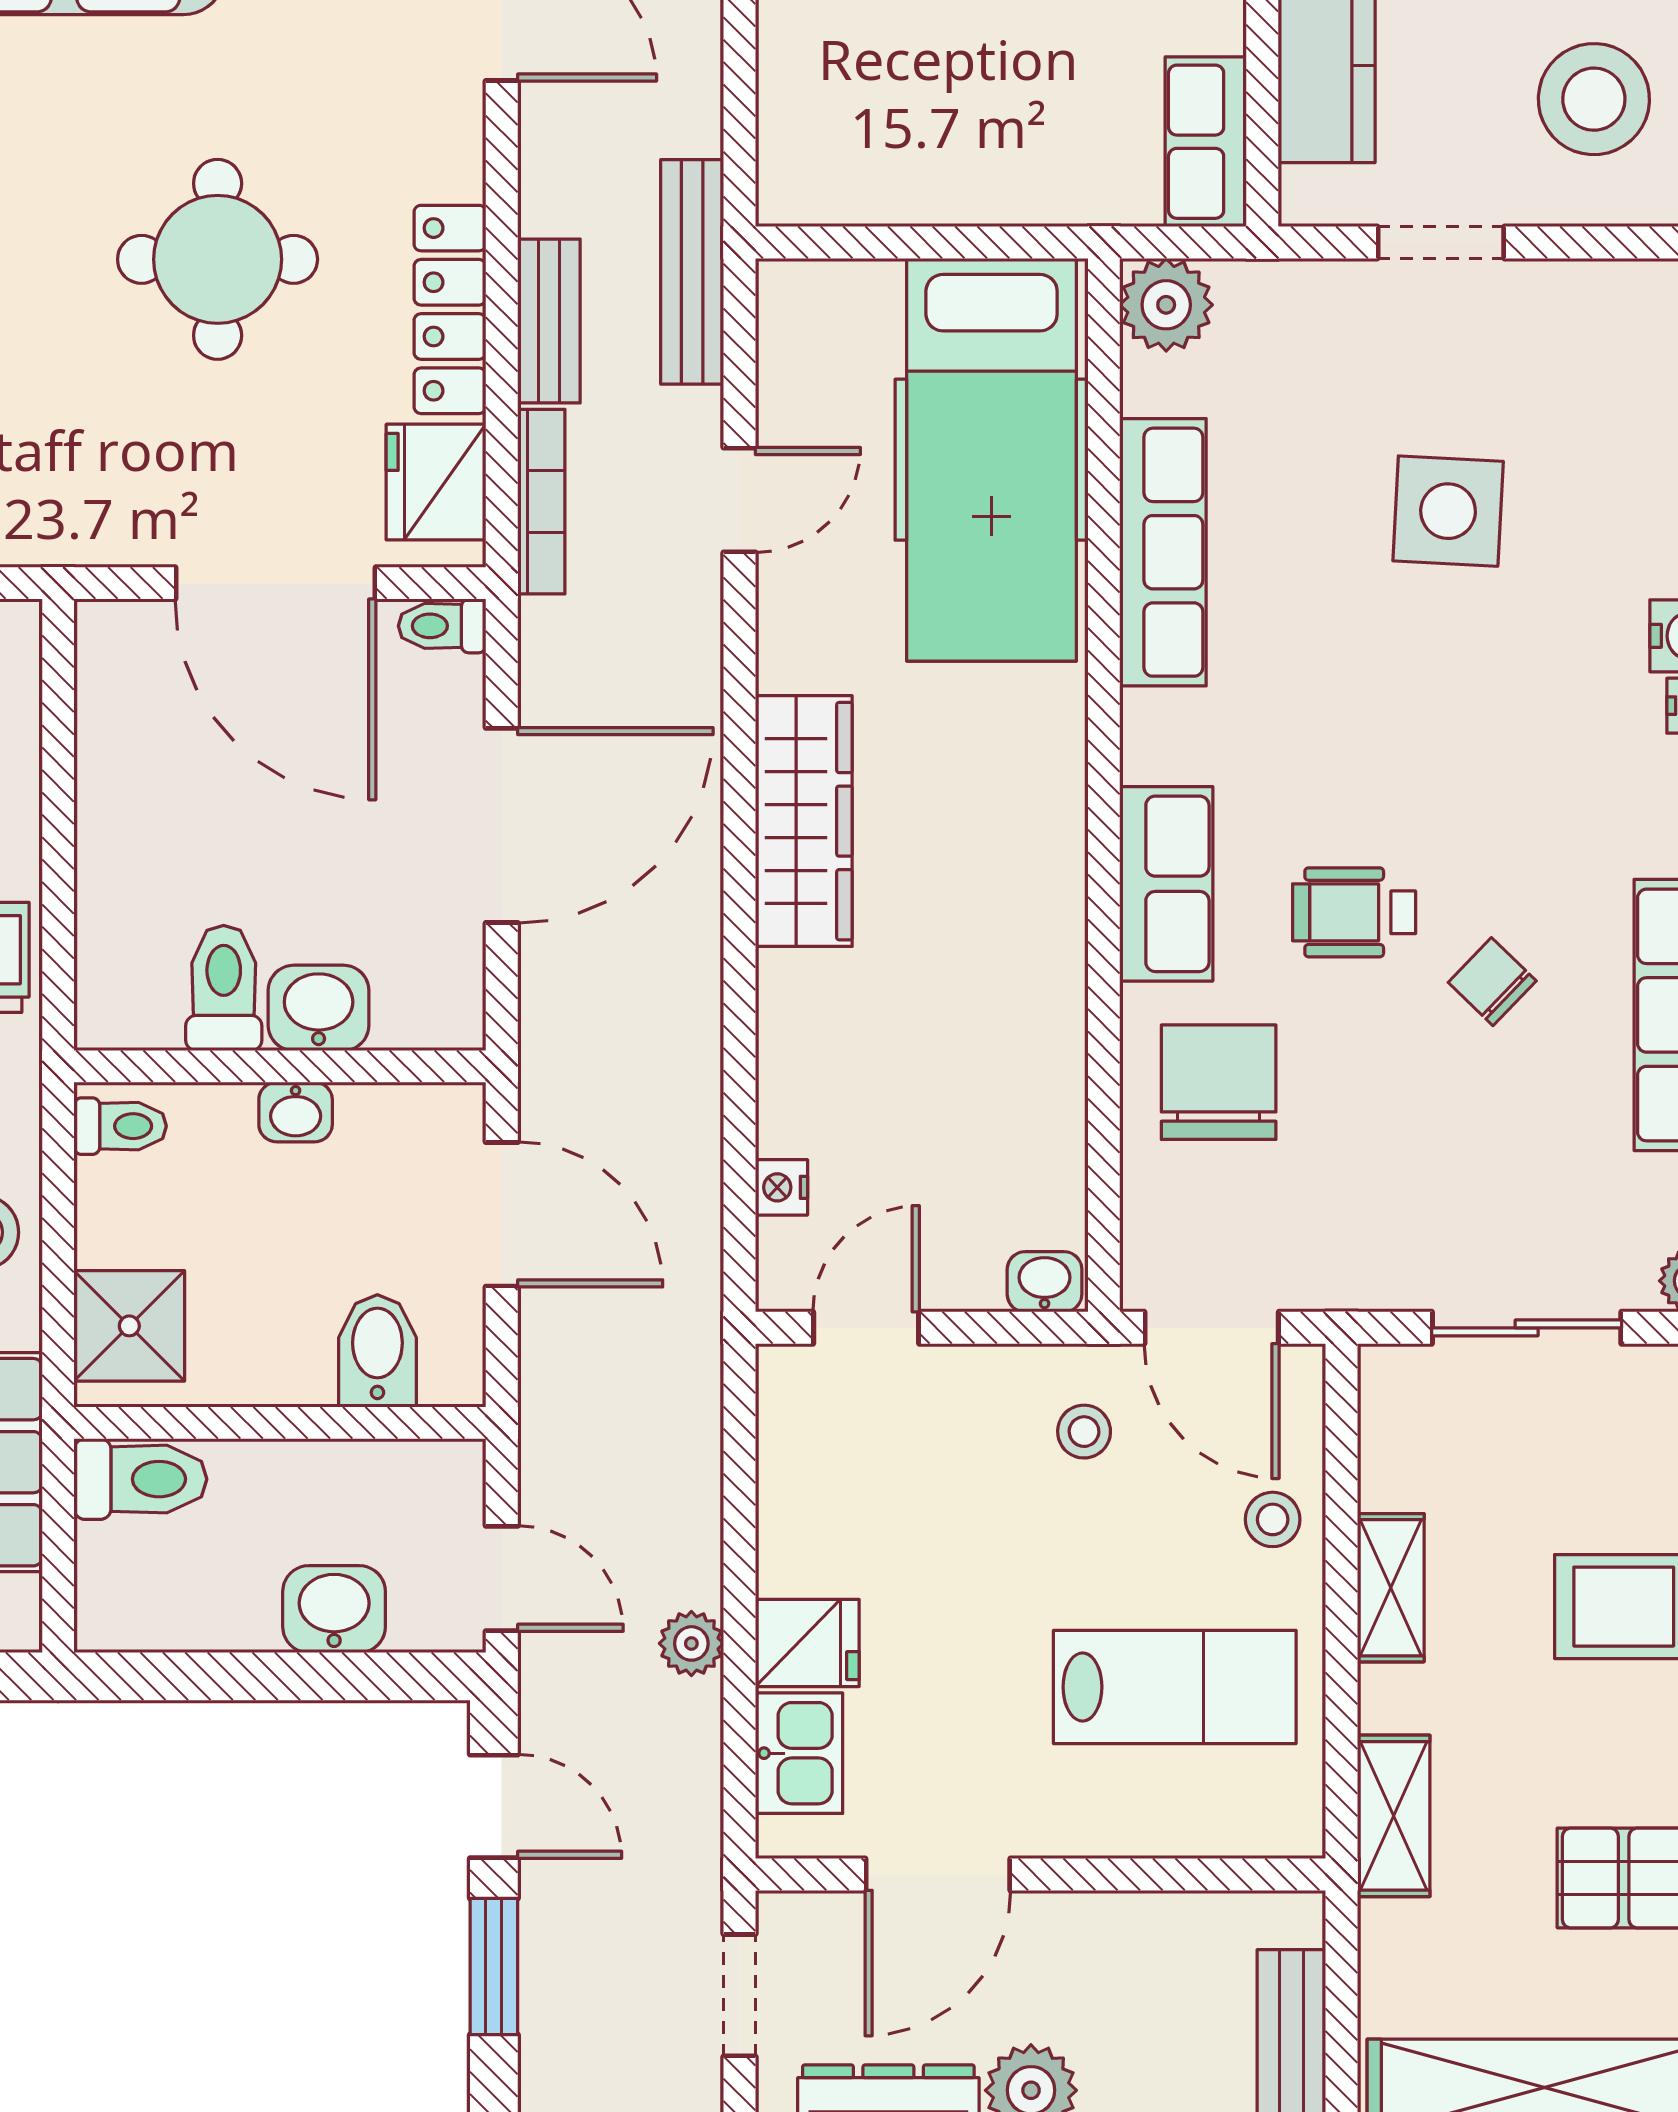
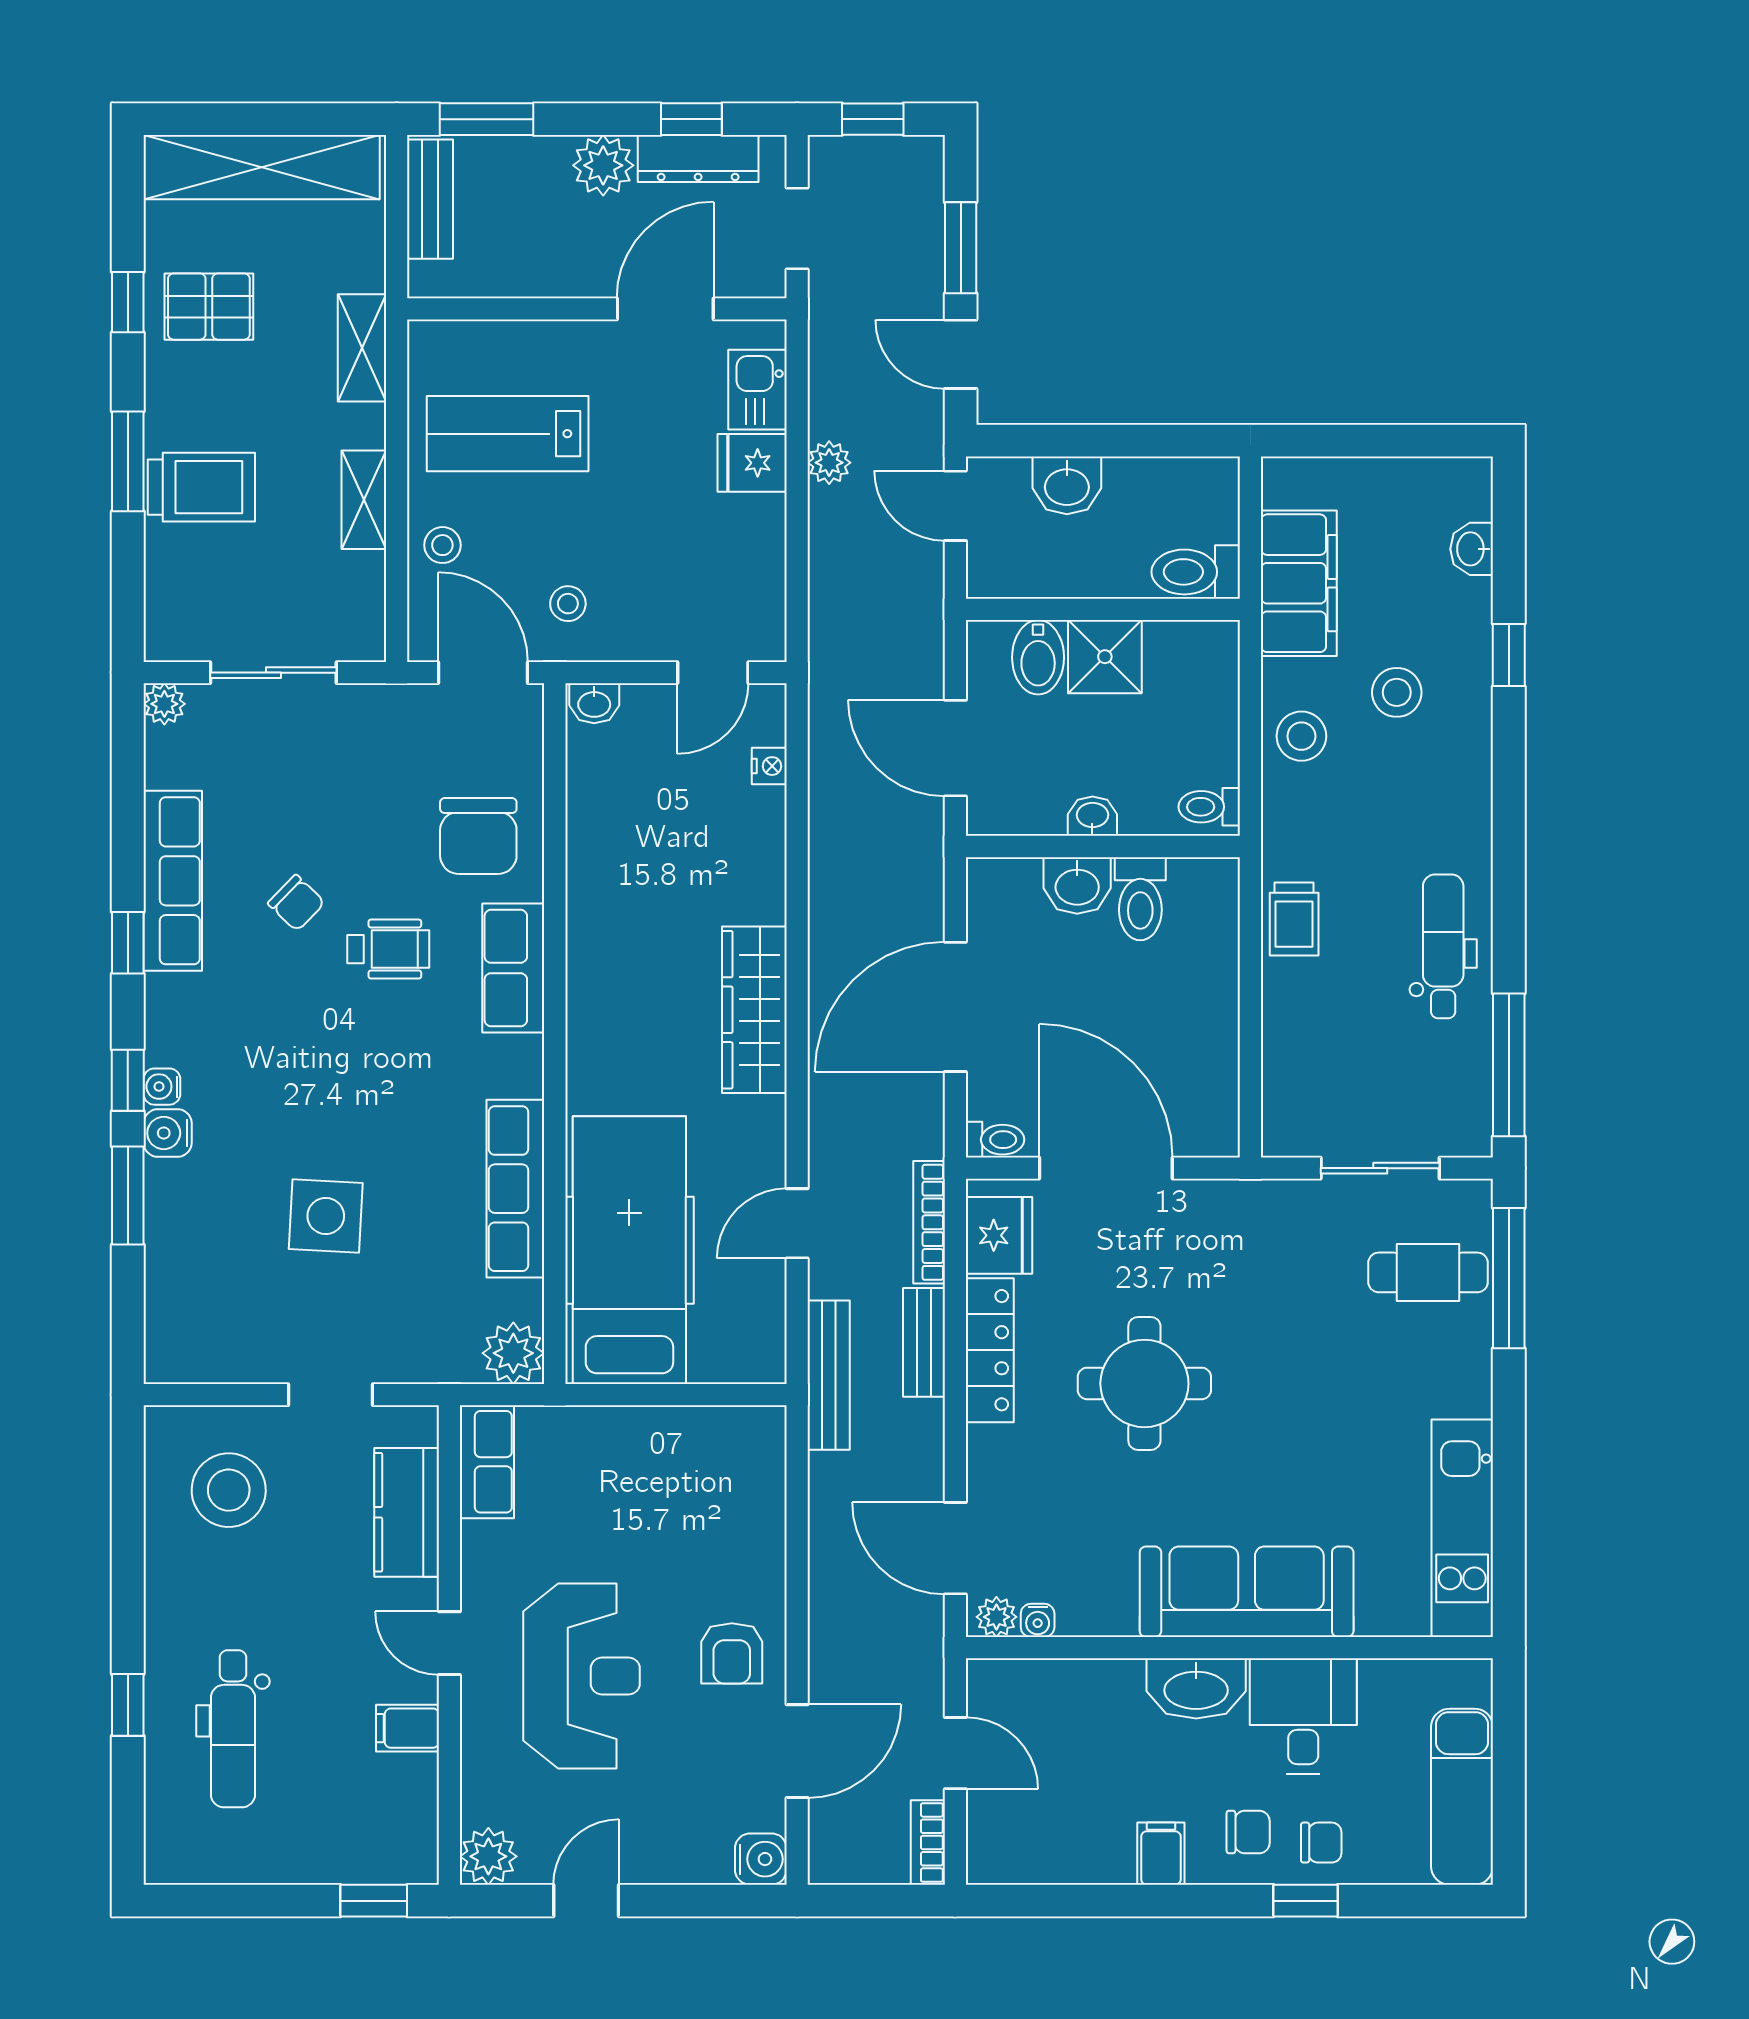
shower: (129, 1326) -> (1105, 657), moved

